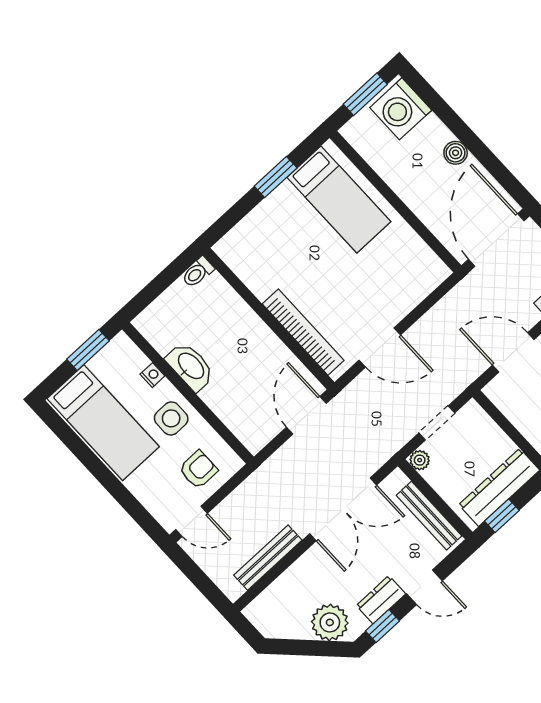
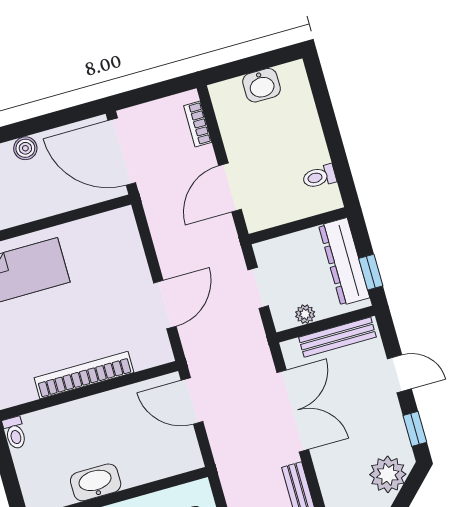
bookcase: (303, 332) -> (84, 375), moved
plant: (420, 460) -> (305, 314), moved
door: (424, 587) -> (399, 374), hinge flipped
dresser: (381, 600) -> (391, 418), removed

